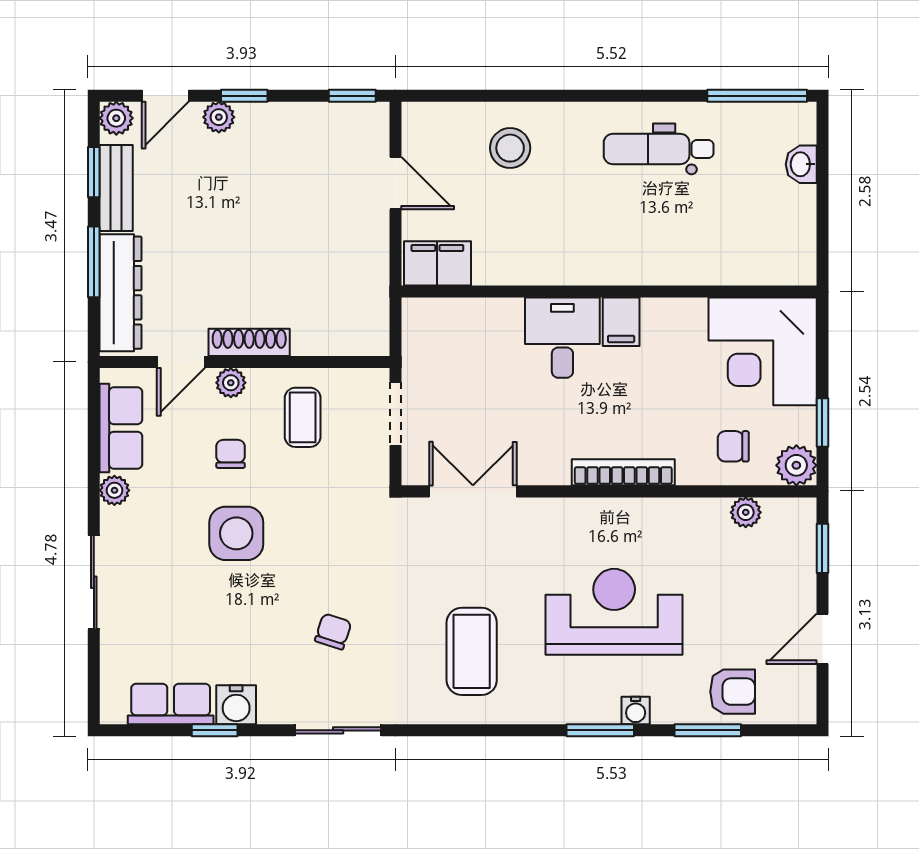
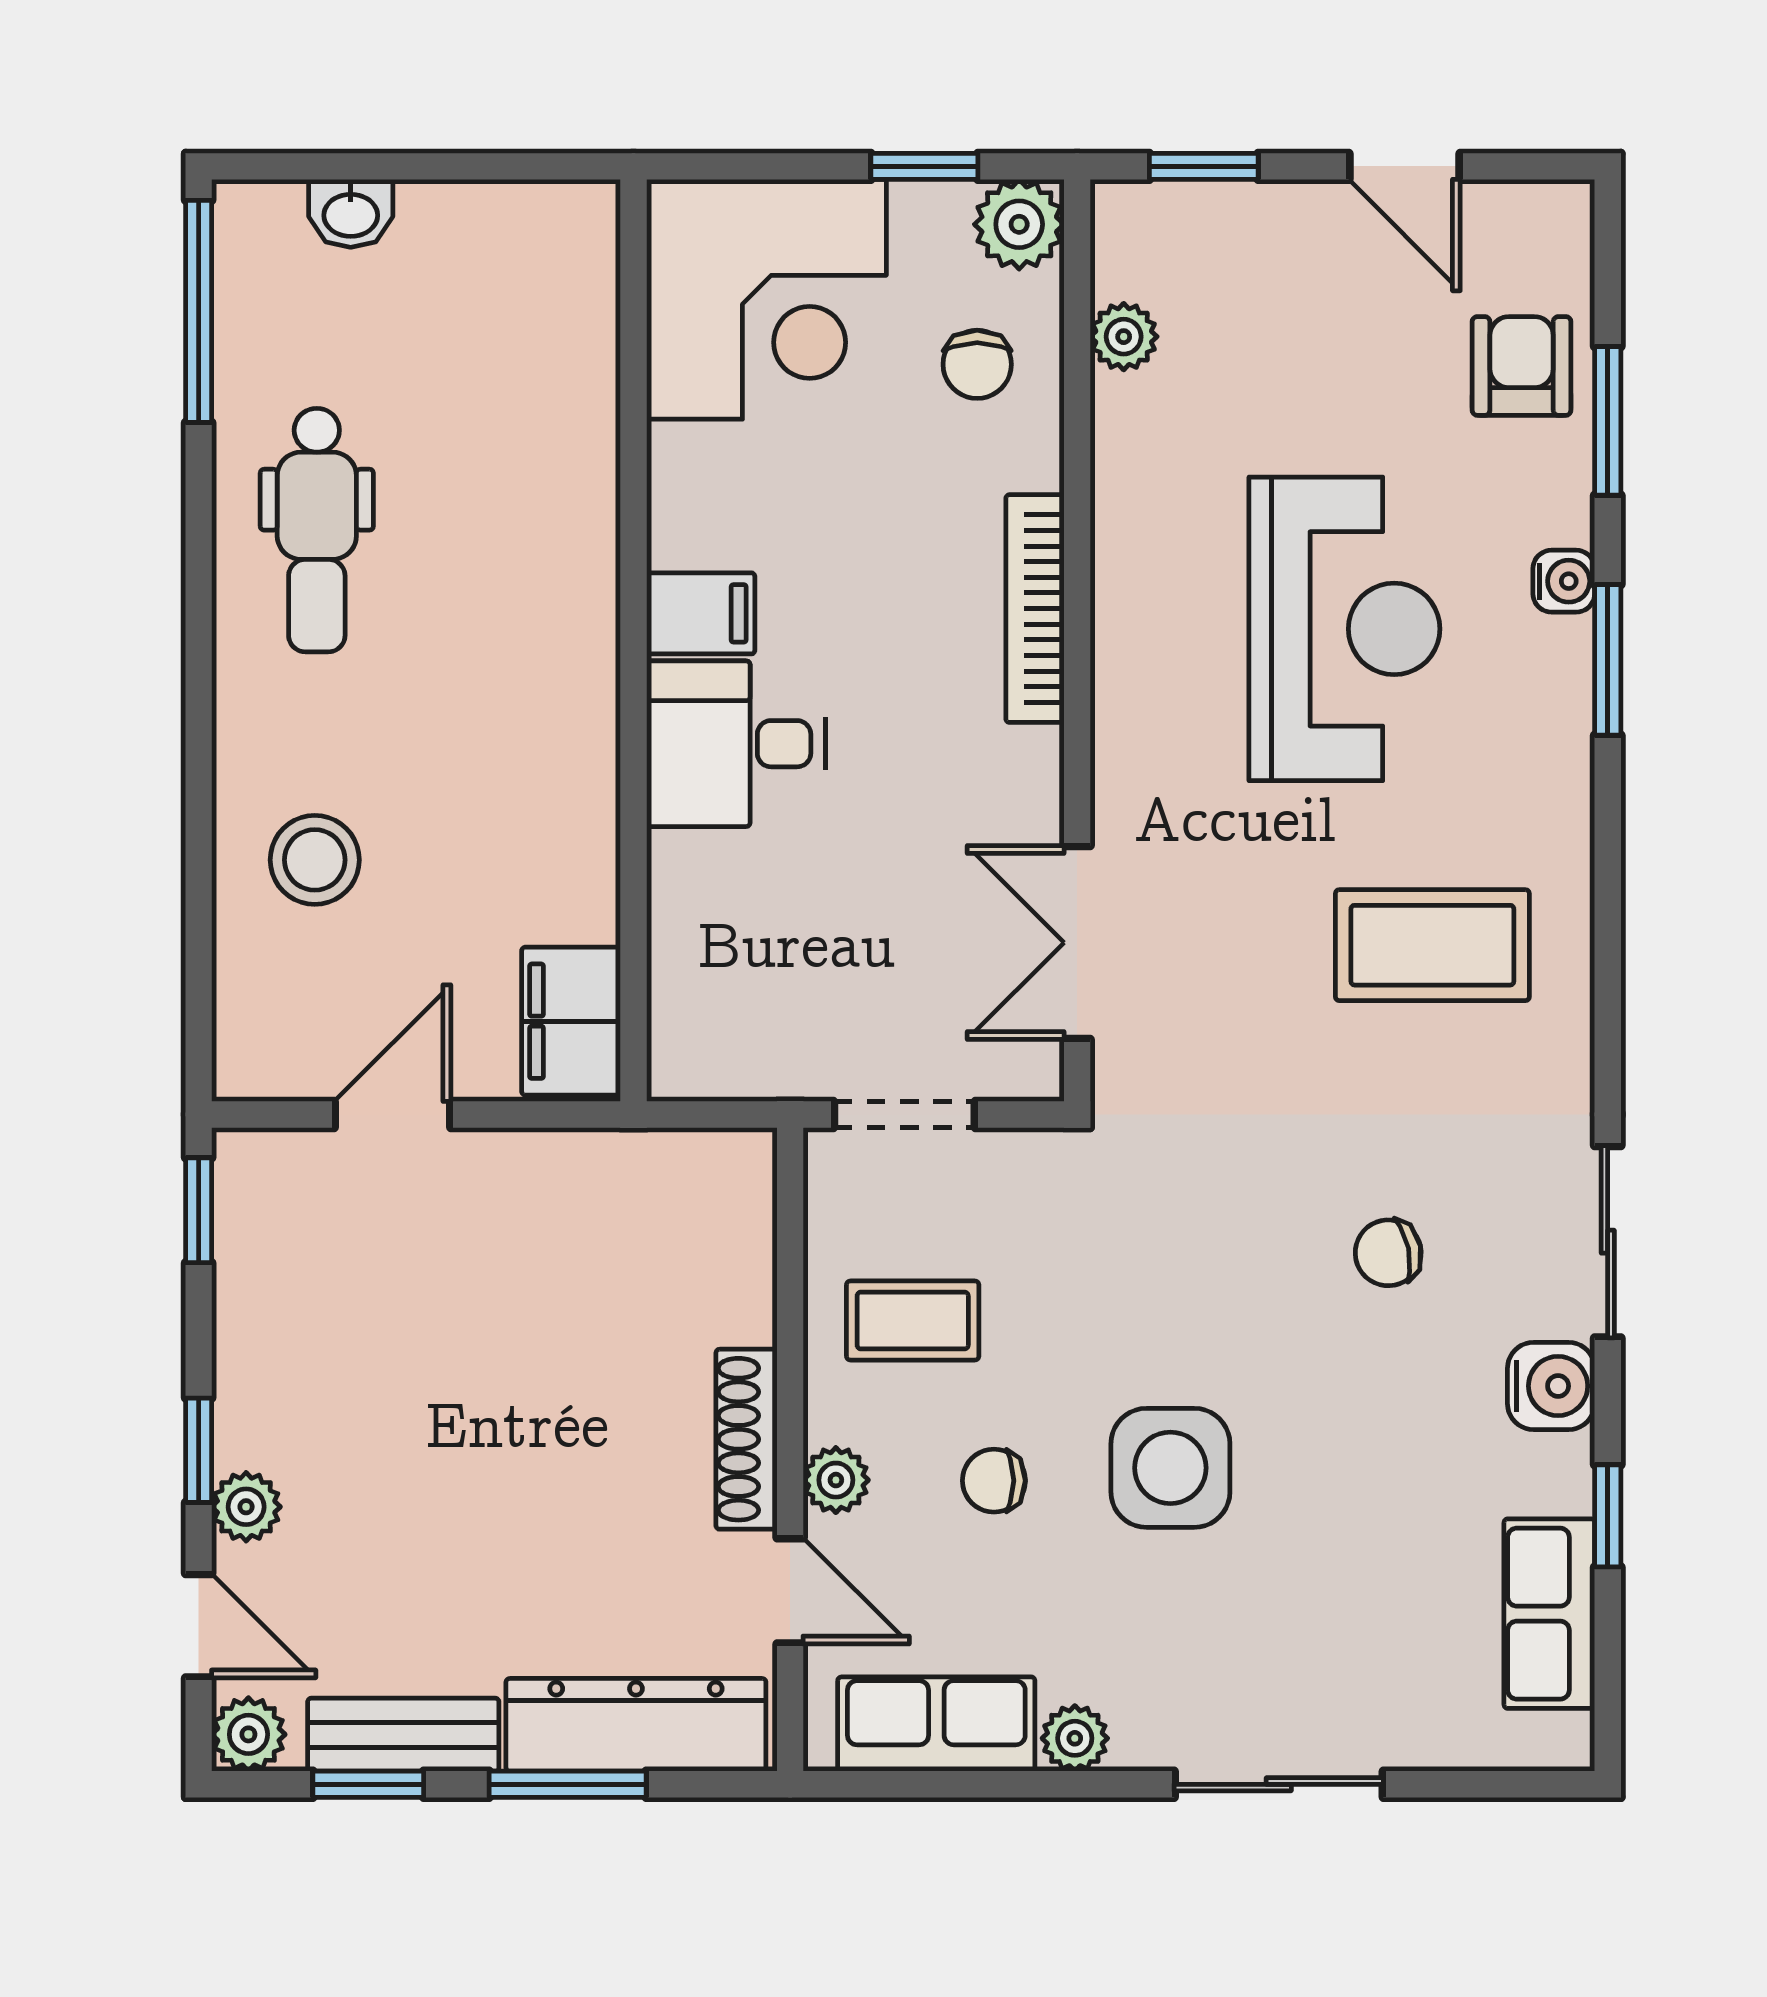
reception desk: (614, 612) -> (1344, 629), turned 180
chair: (333, 631) -> (1388, 1253), turned -30
water cooler: (236, 705) -> (1551, 1386), moved

